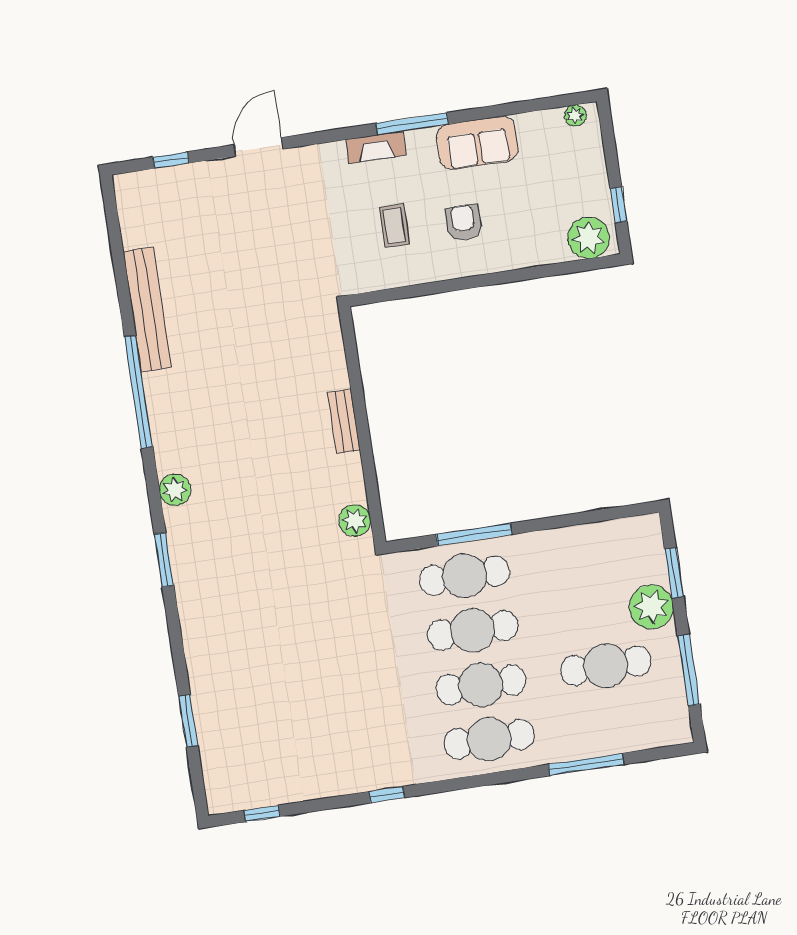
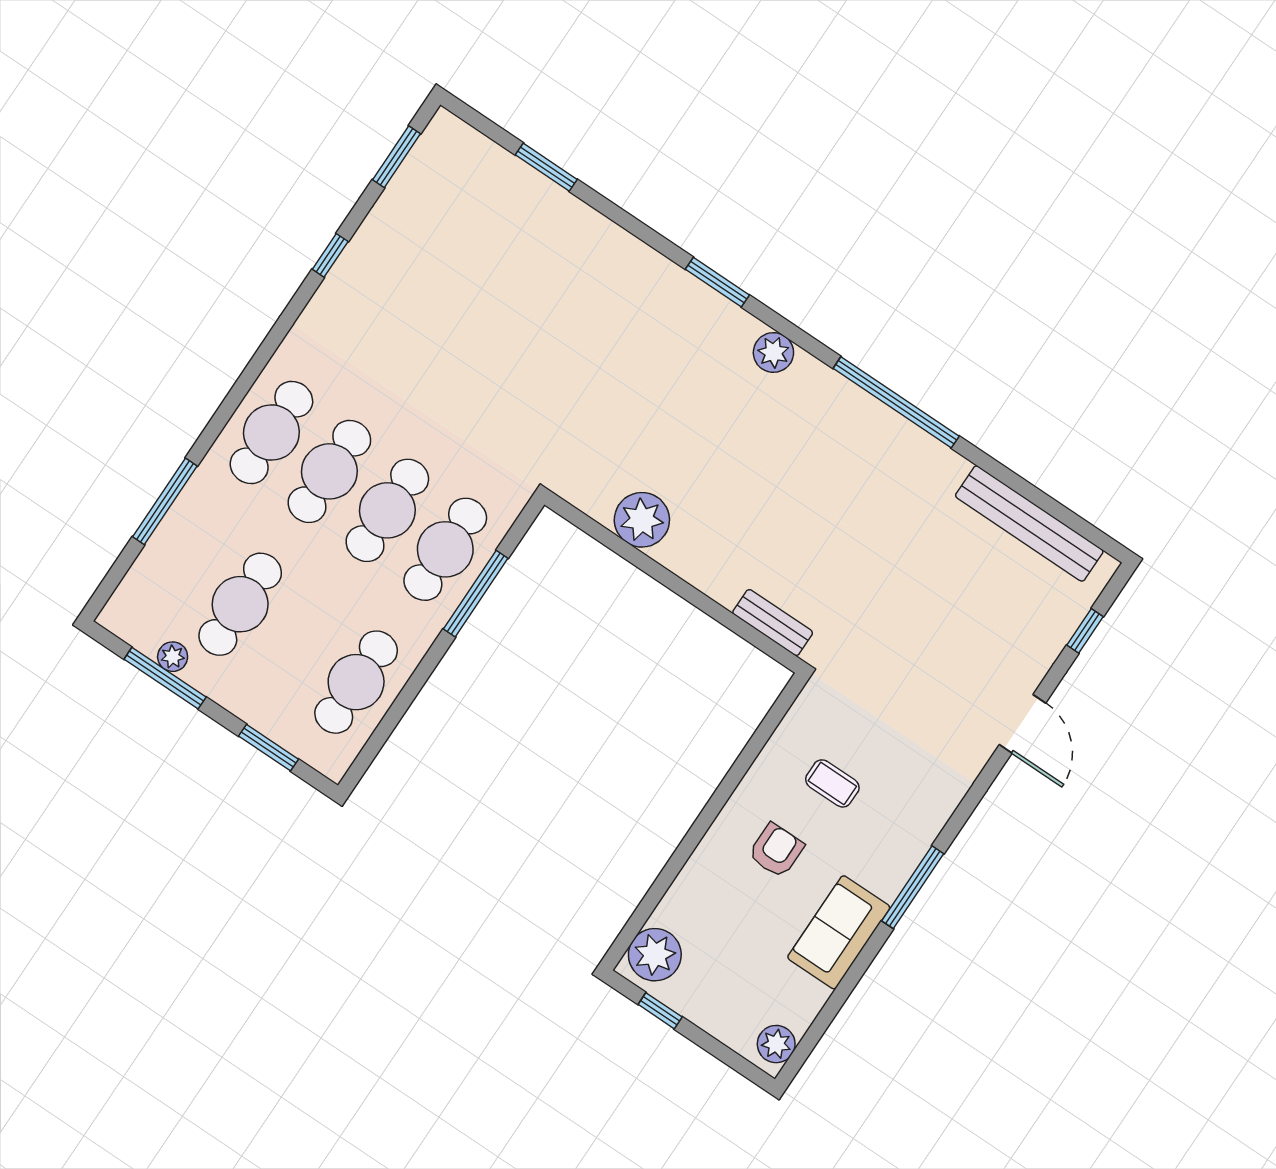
plant: (575, 115) -> (776, 1044), width x1.38, depth x1.38
fireplace: (376, 147) -> (921, 833), removed
armchair: (463, 223) -> (776, 850), turned -90
bench: (147, 310) -> (1029, 523), moved
bench: (344, 421) -> (773, 623), moved
plant: (355, 520) -> (642, 520), moved, width x1.36, depth x1.36
cafe table: (589, 557) -> (356, 682), added
plant: (651, 607) -> (173, 657), moved, width x0.53, depth x0.53
window: (387, 795) -> (330, 255), moved
window: (262, 813) -> (397, 157), width x1.50

